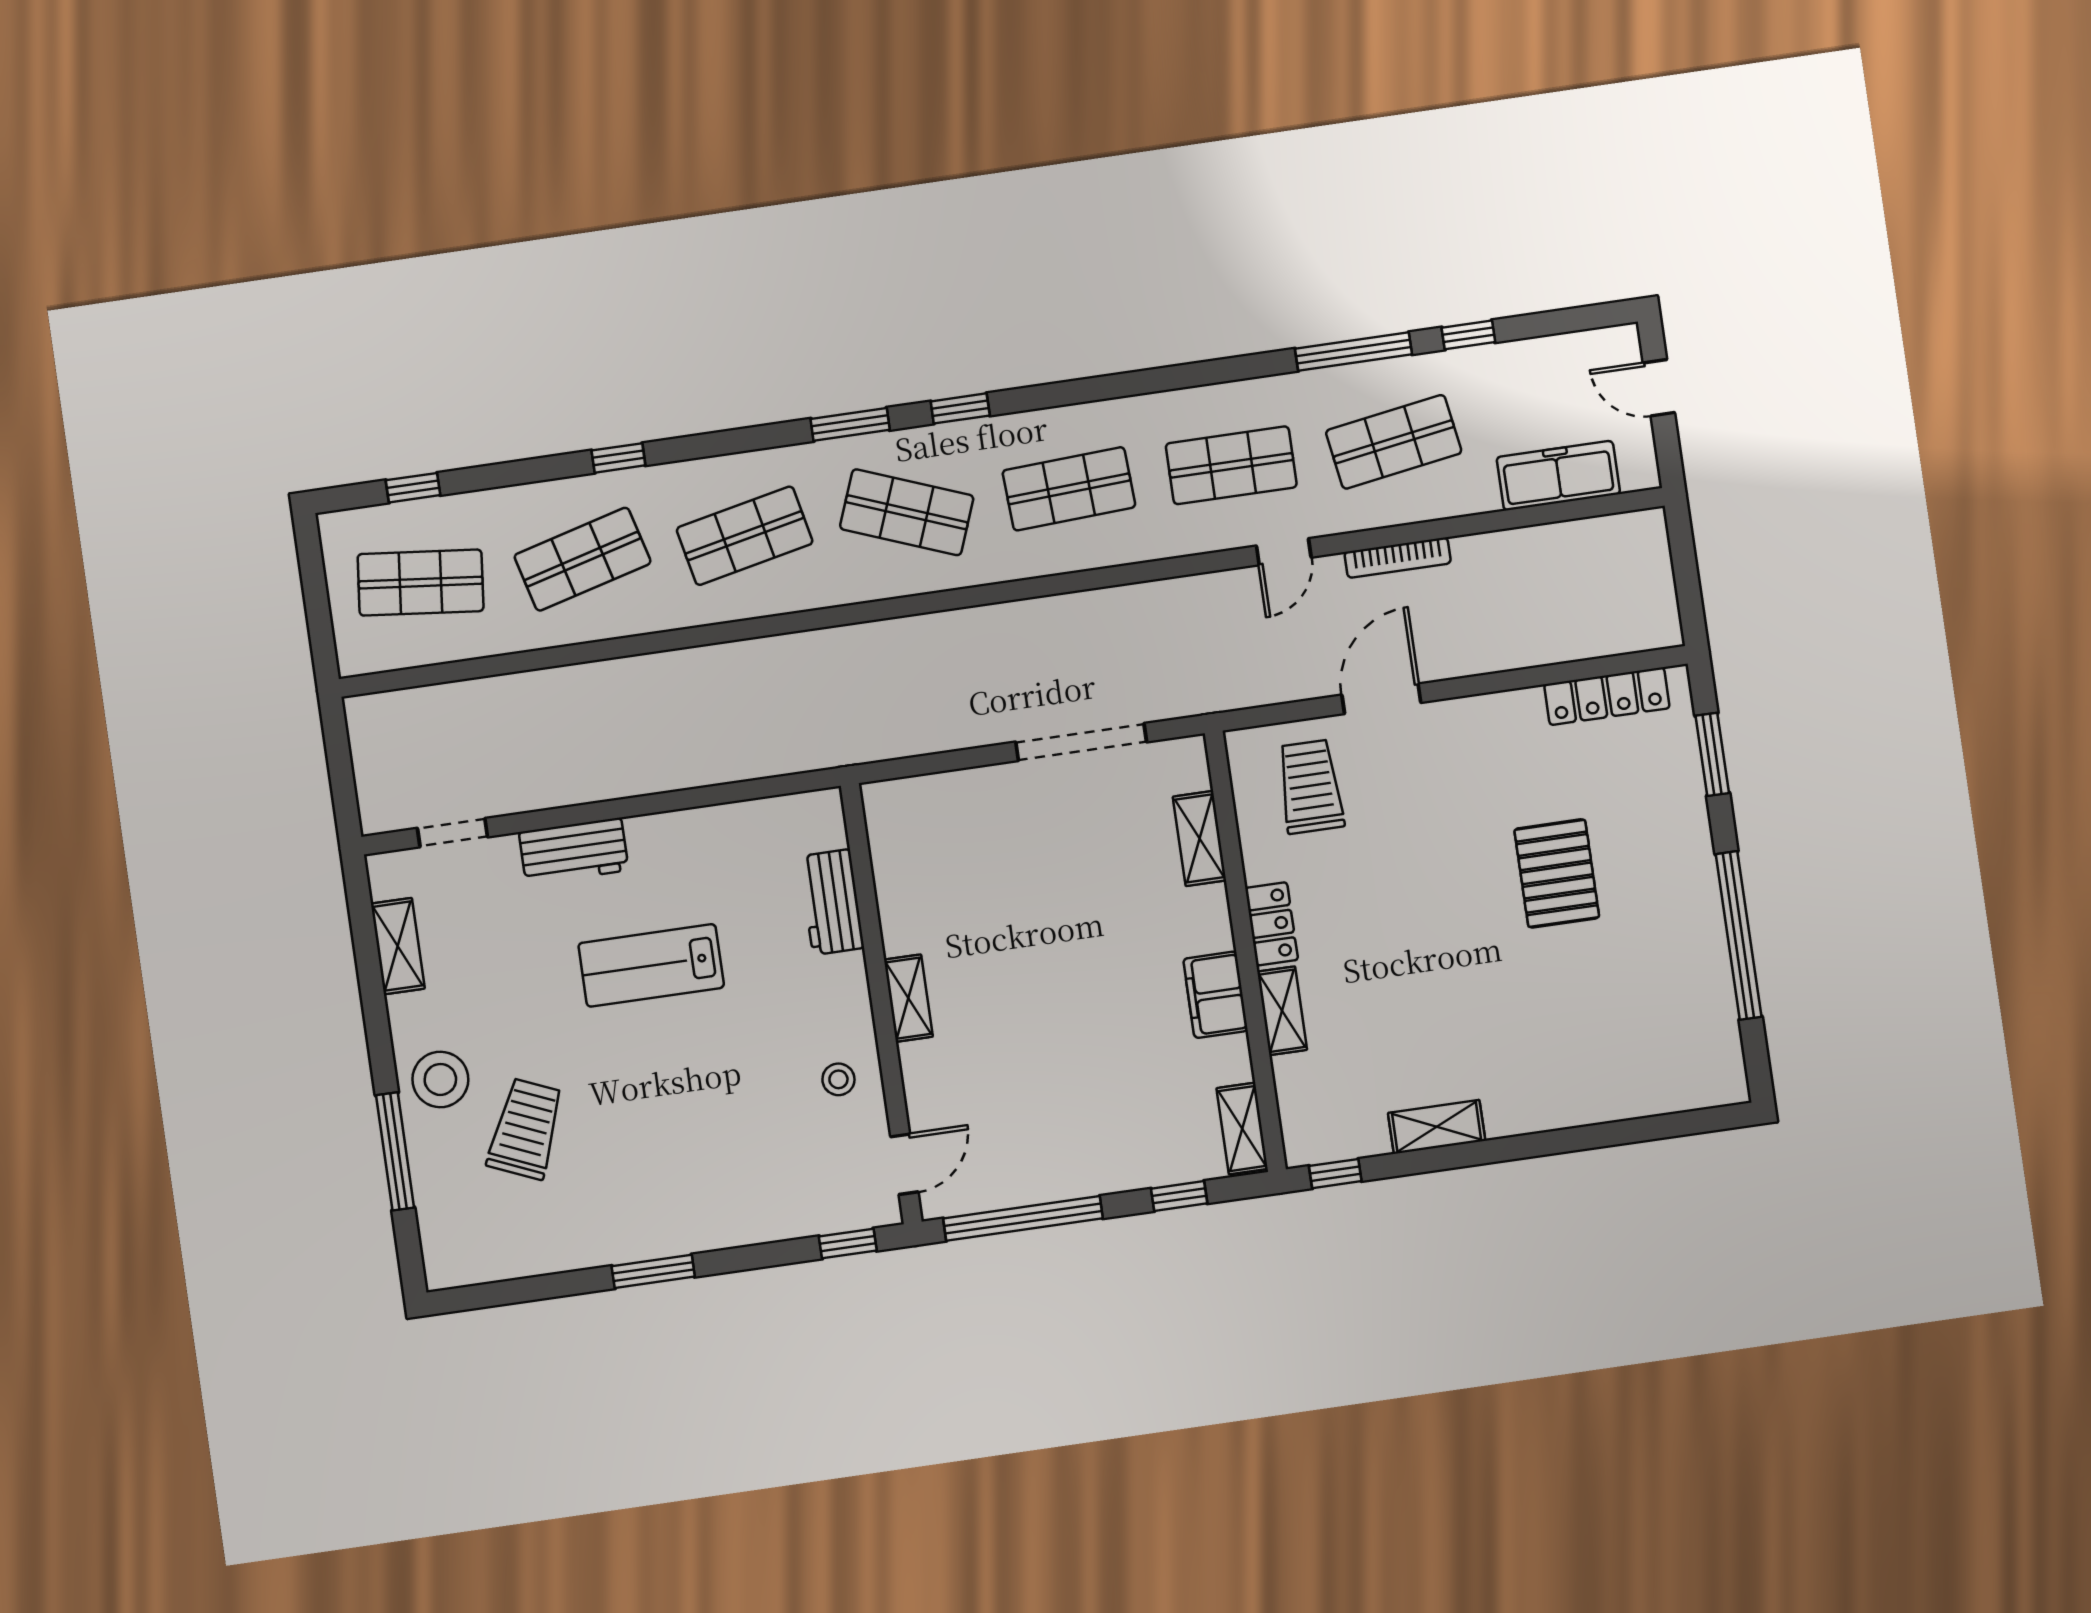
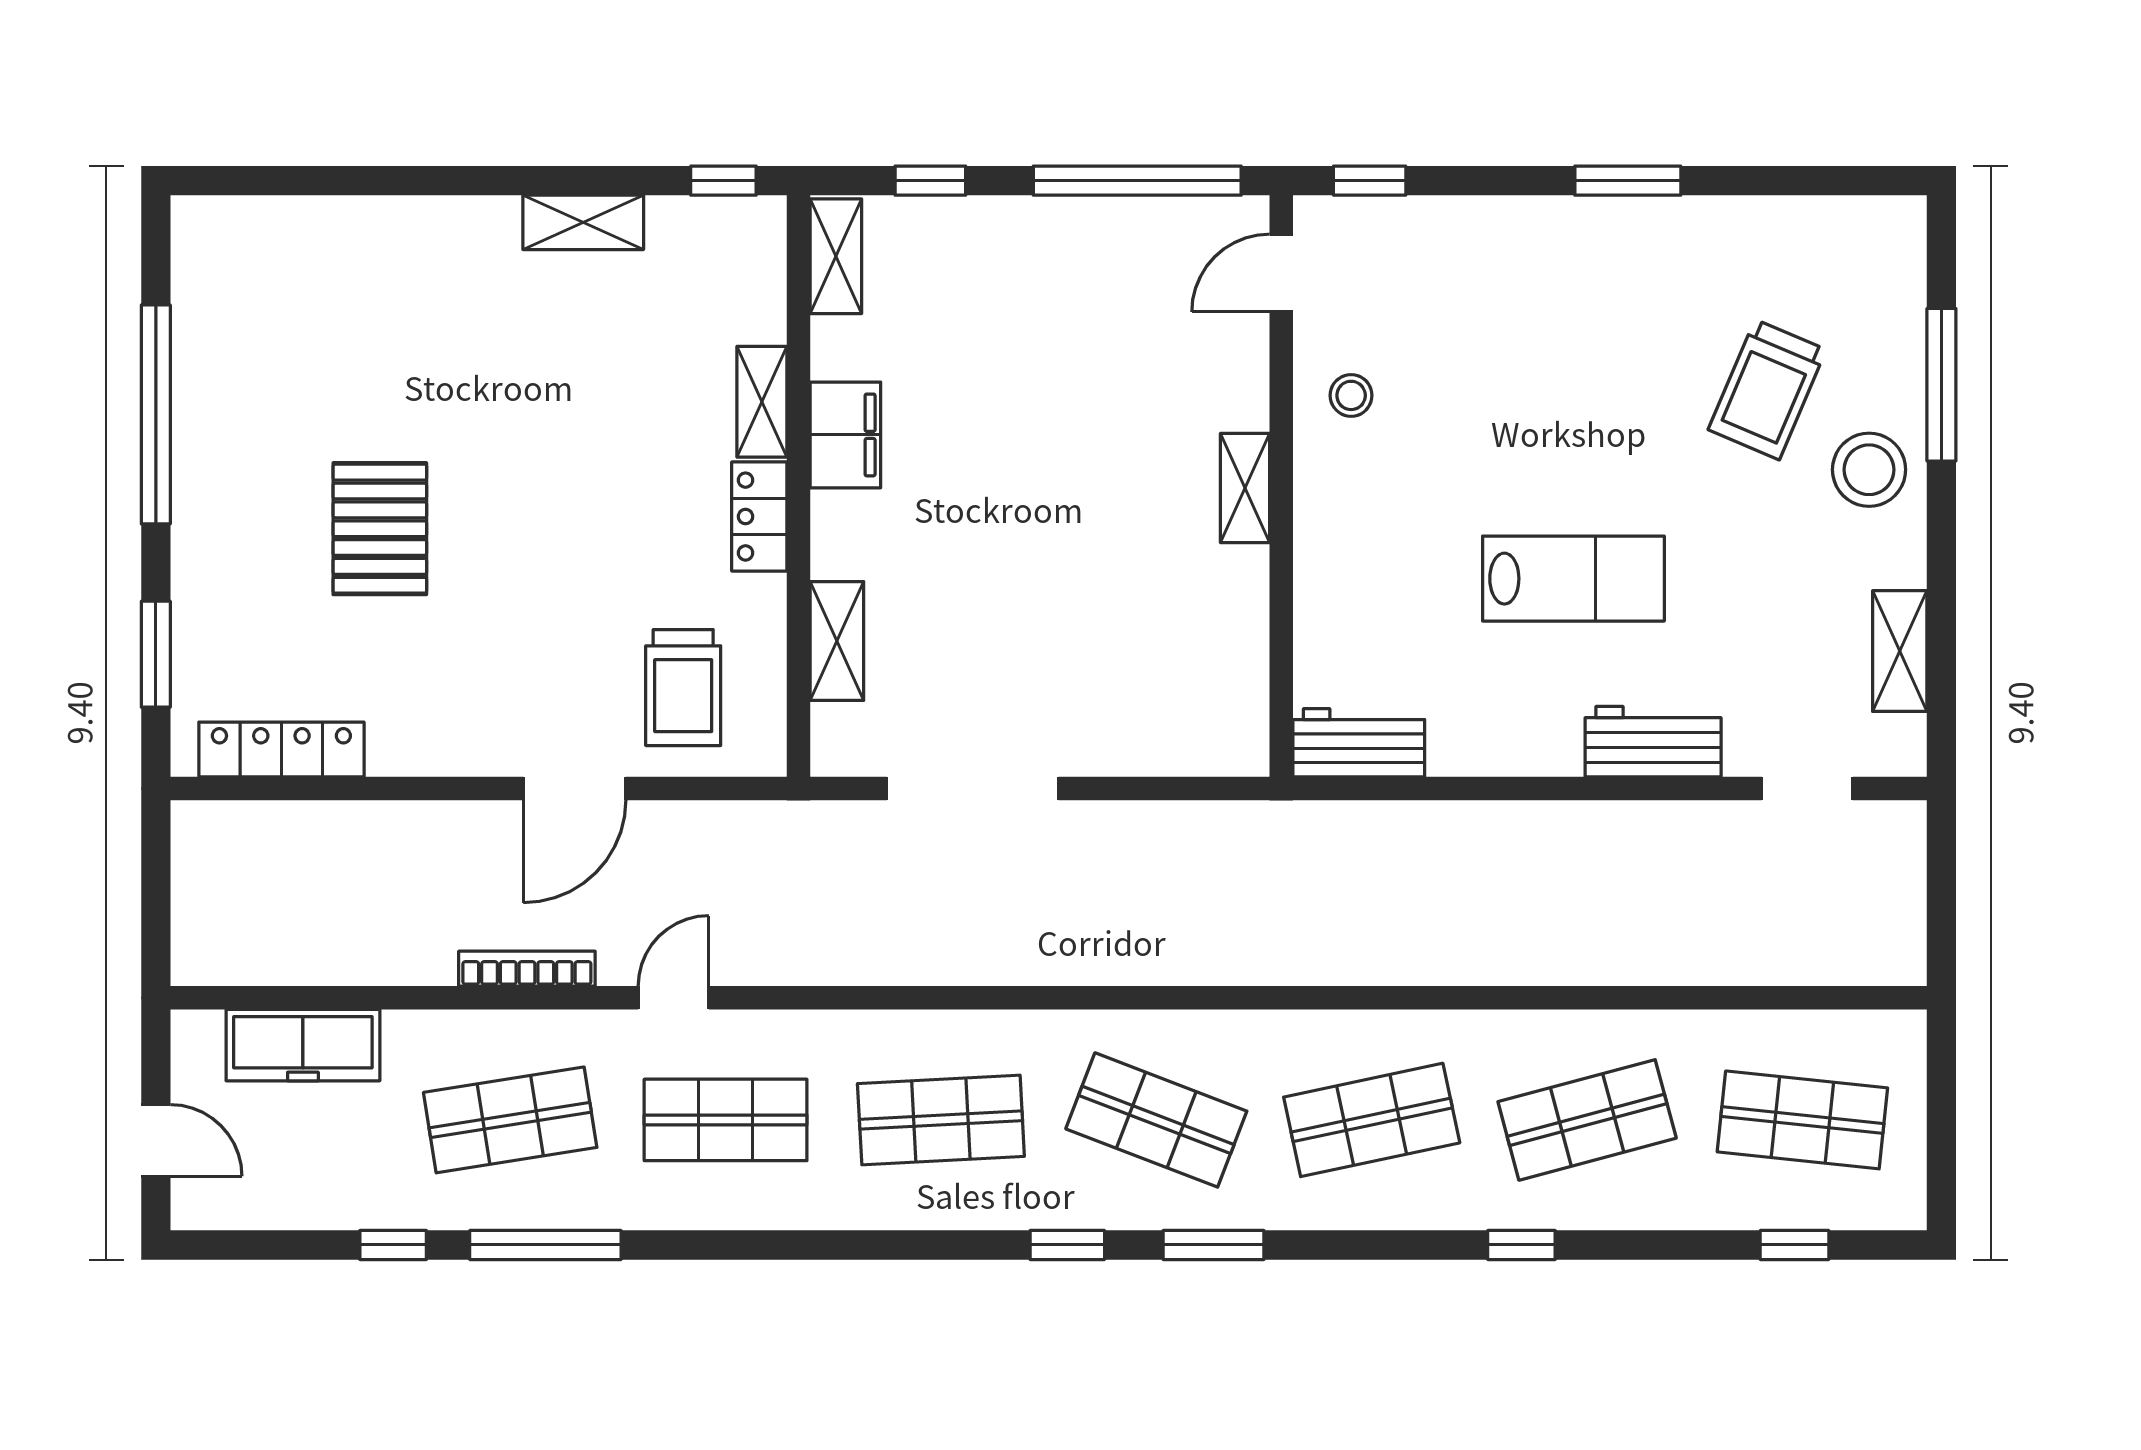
workbench: (832, 902) -> (1359, 743), moved, turned -90

